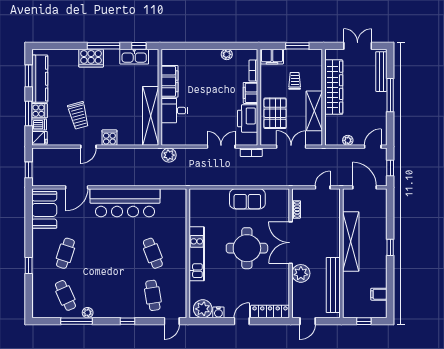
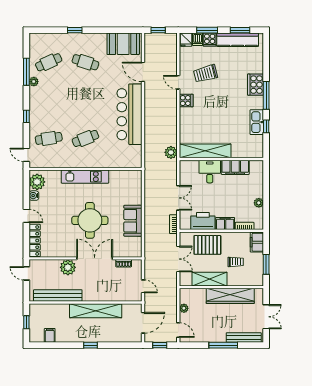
filing cabinet: (169, 81) -> (235, 167), moved
wall: (160, 97) -> (221, 159), moved
desk: (174, 111) -> (210, 172), moved
shelving: (151, 116) -> (205, 151), moved

